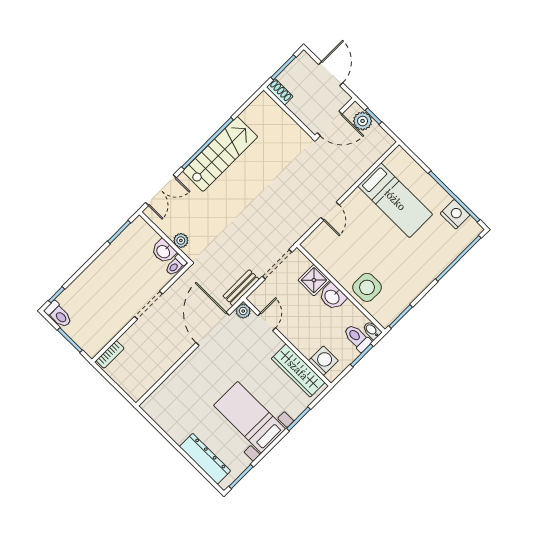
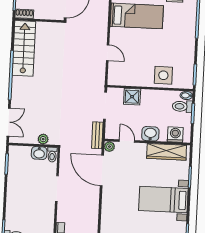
stairs: (220, 154) -> (24, 48), moved
washbasin: (332, 297) -> (150, 134), moved, turned 180

